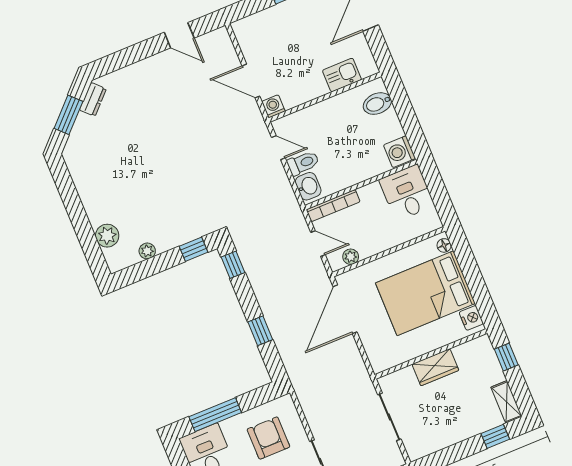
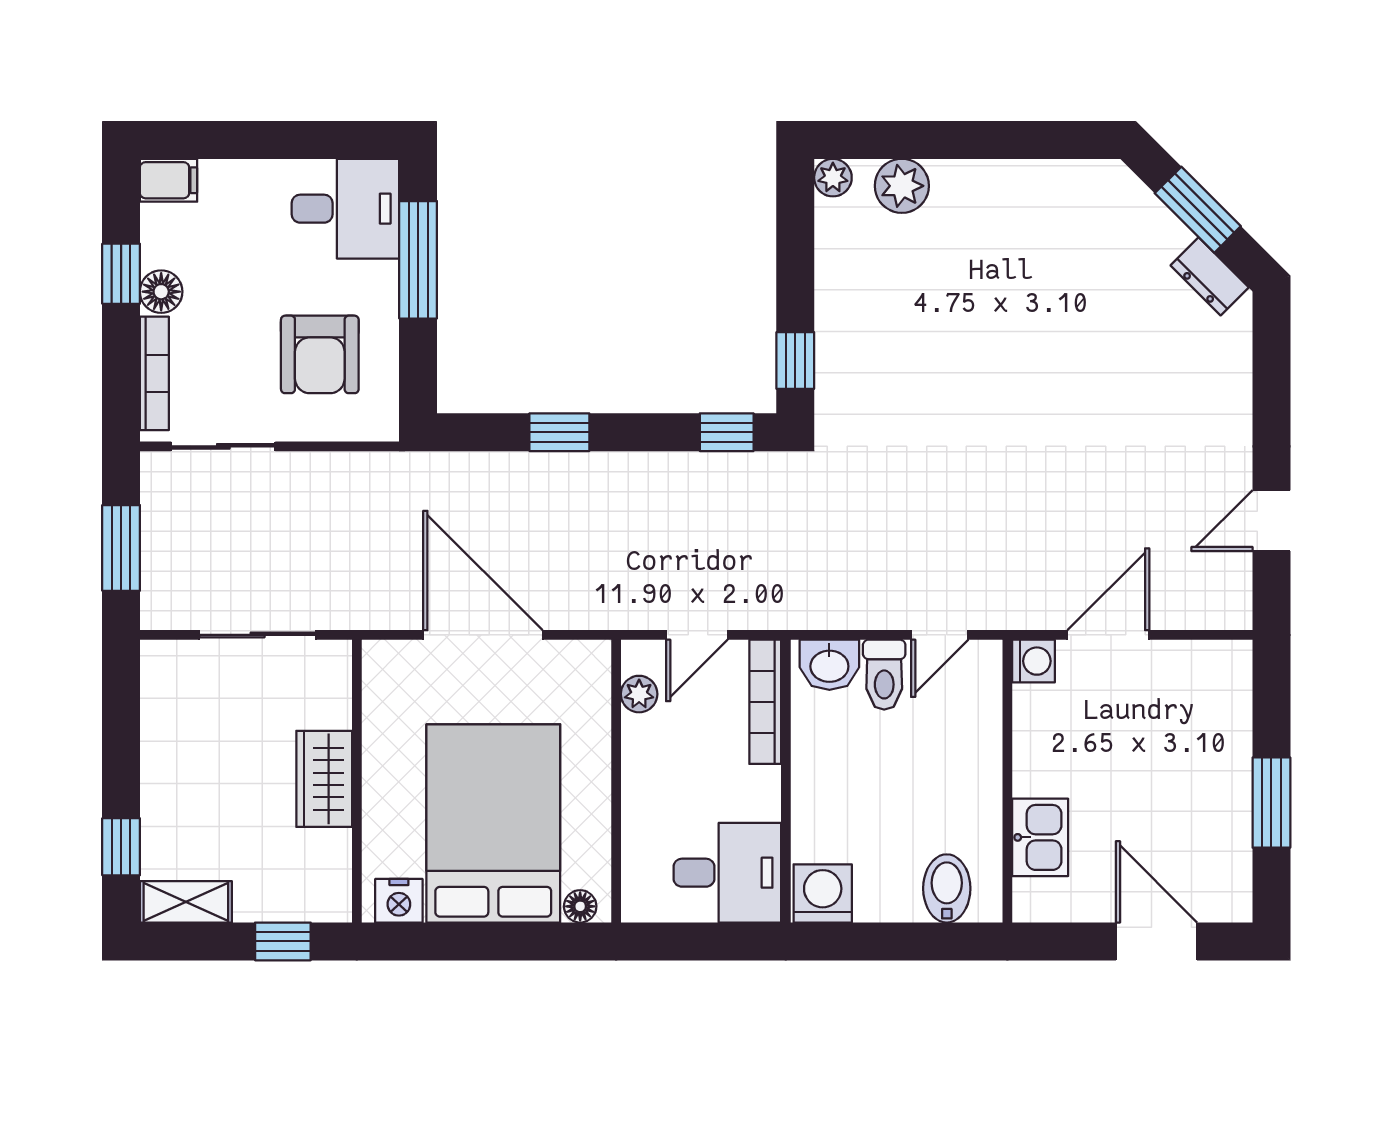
plant: (147, 251) -> (833, 178), moved
door: (345, 309) -> (483, 635), moved
armchair: (268, 438) -> (320, 354), turned 90

